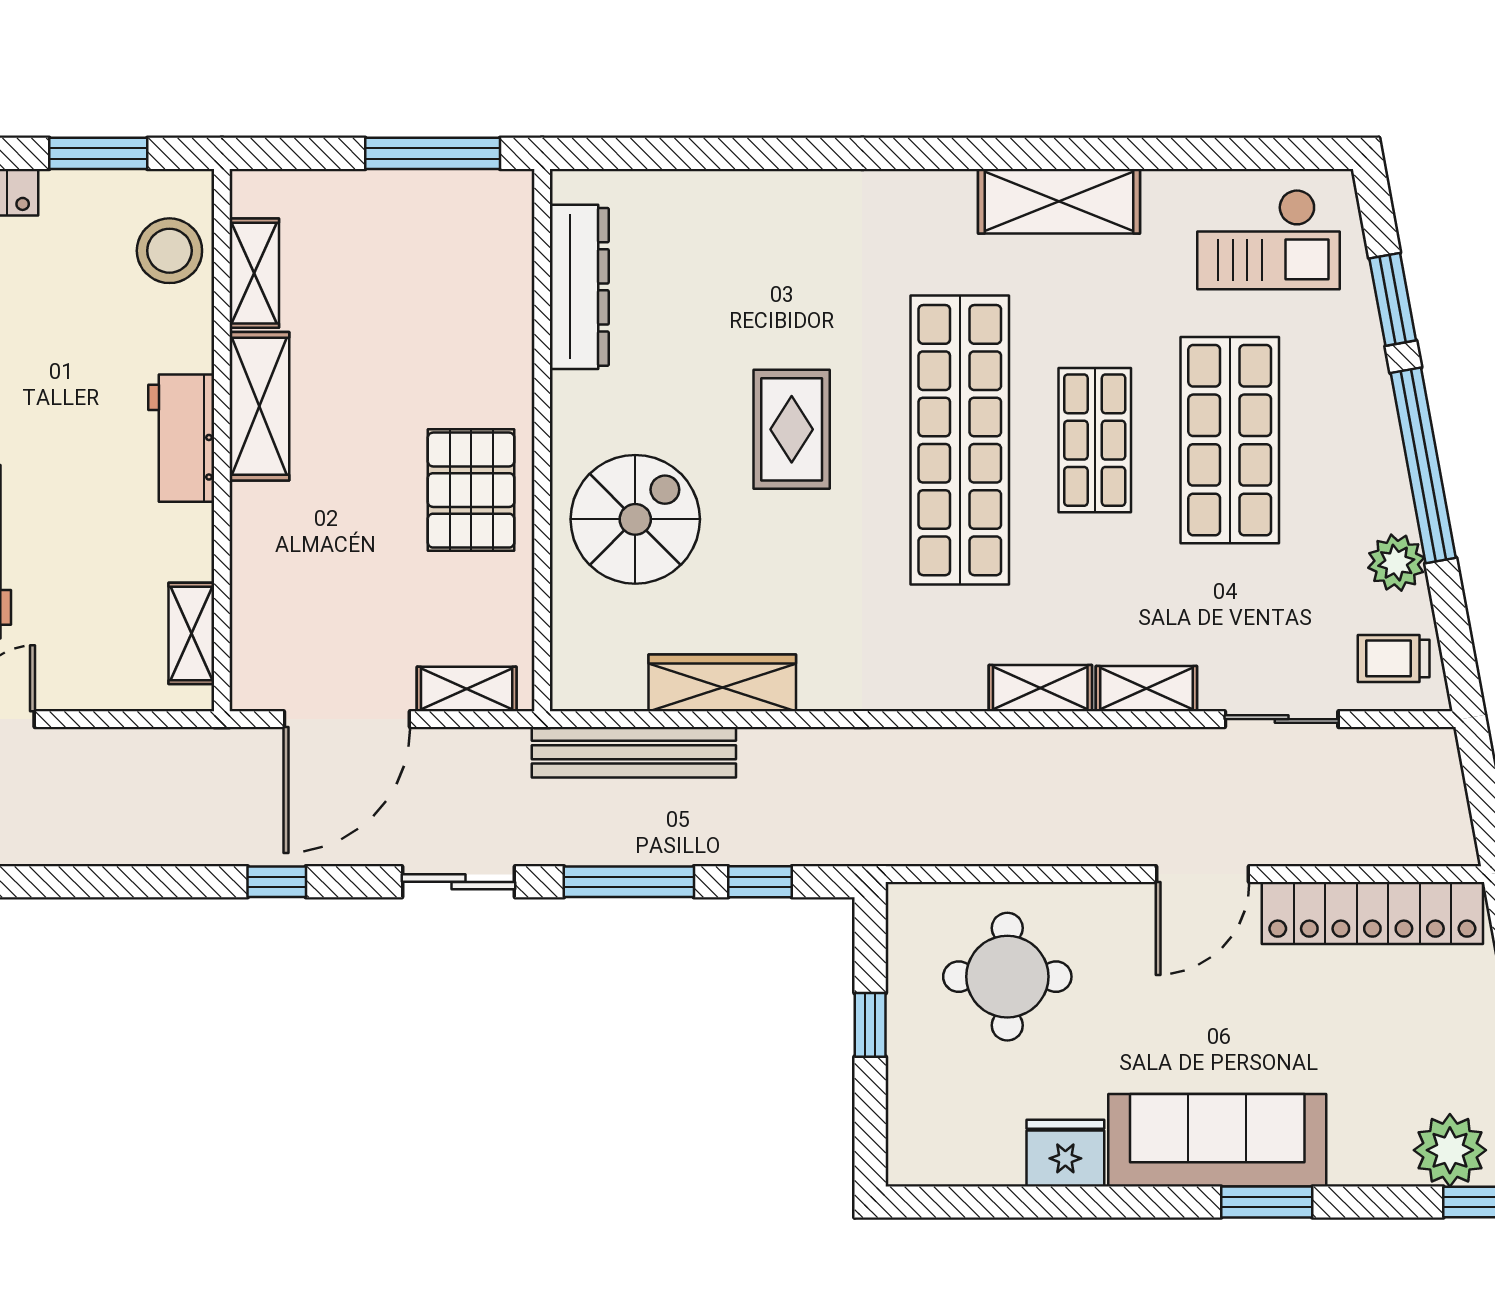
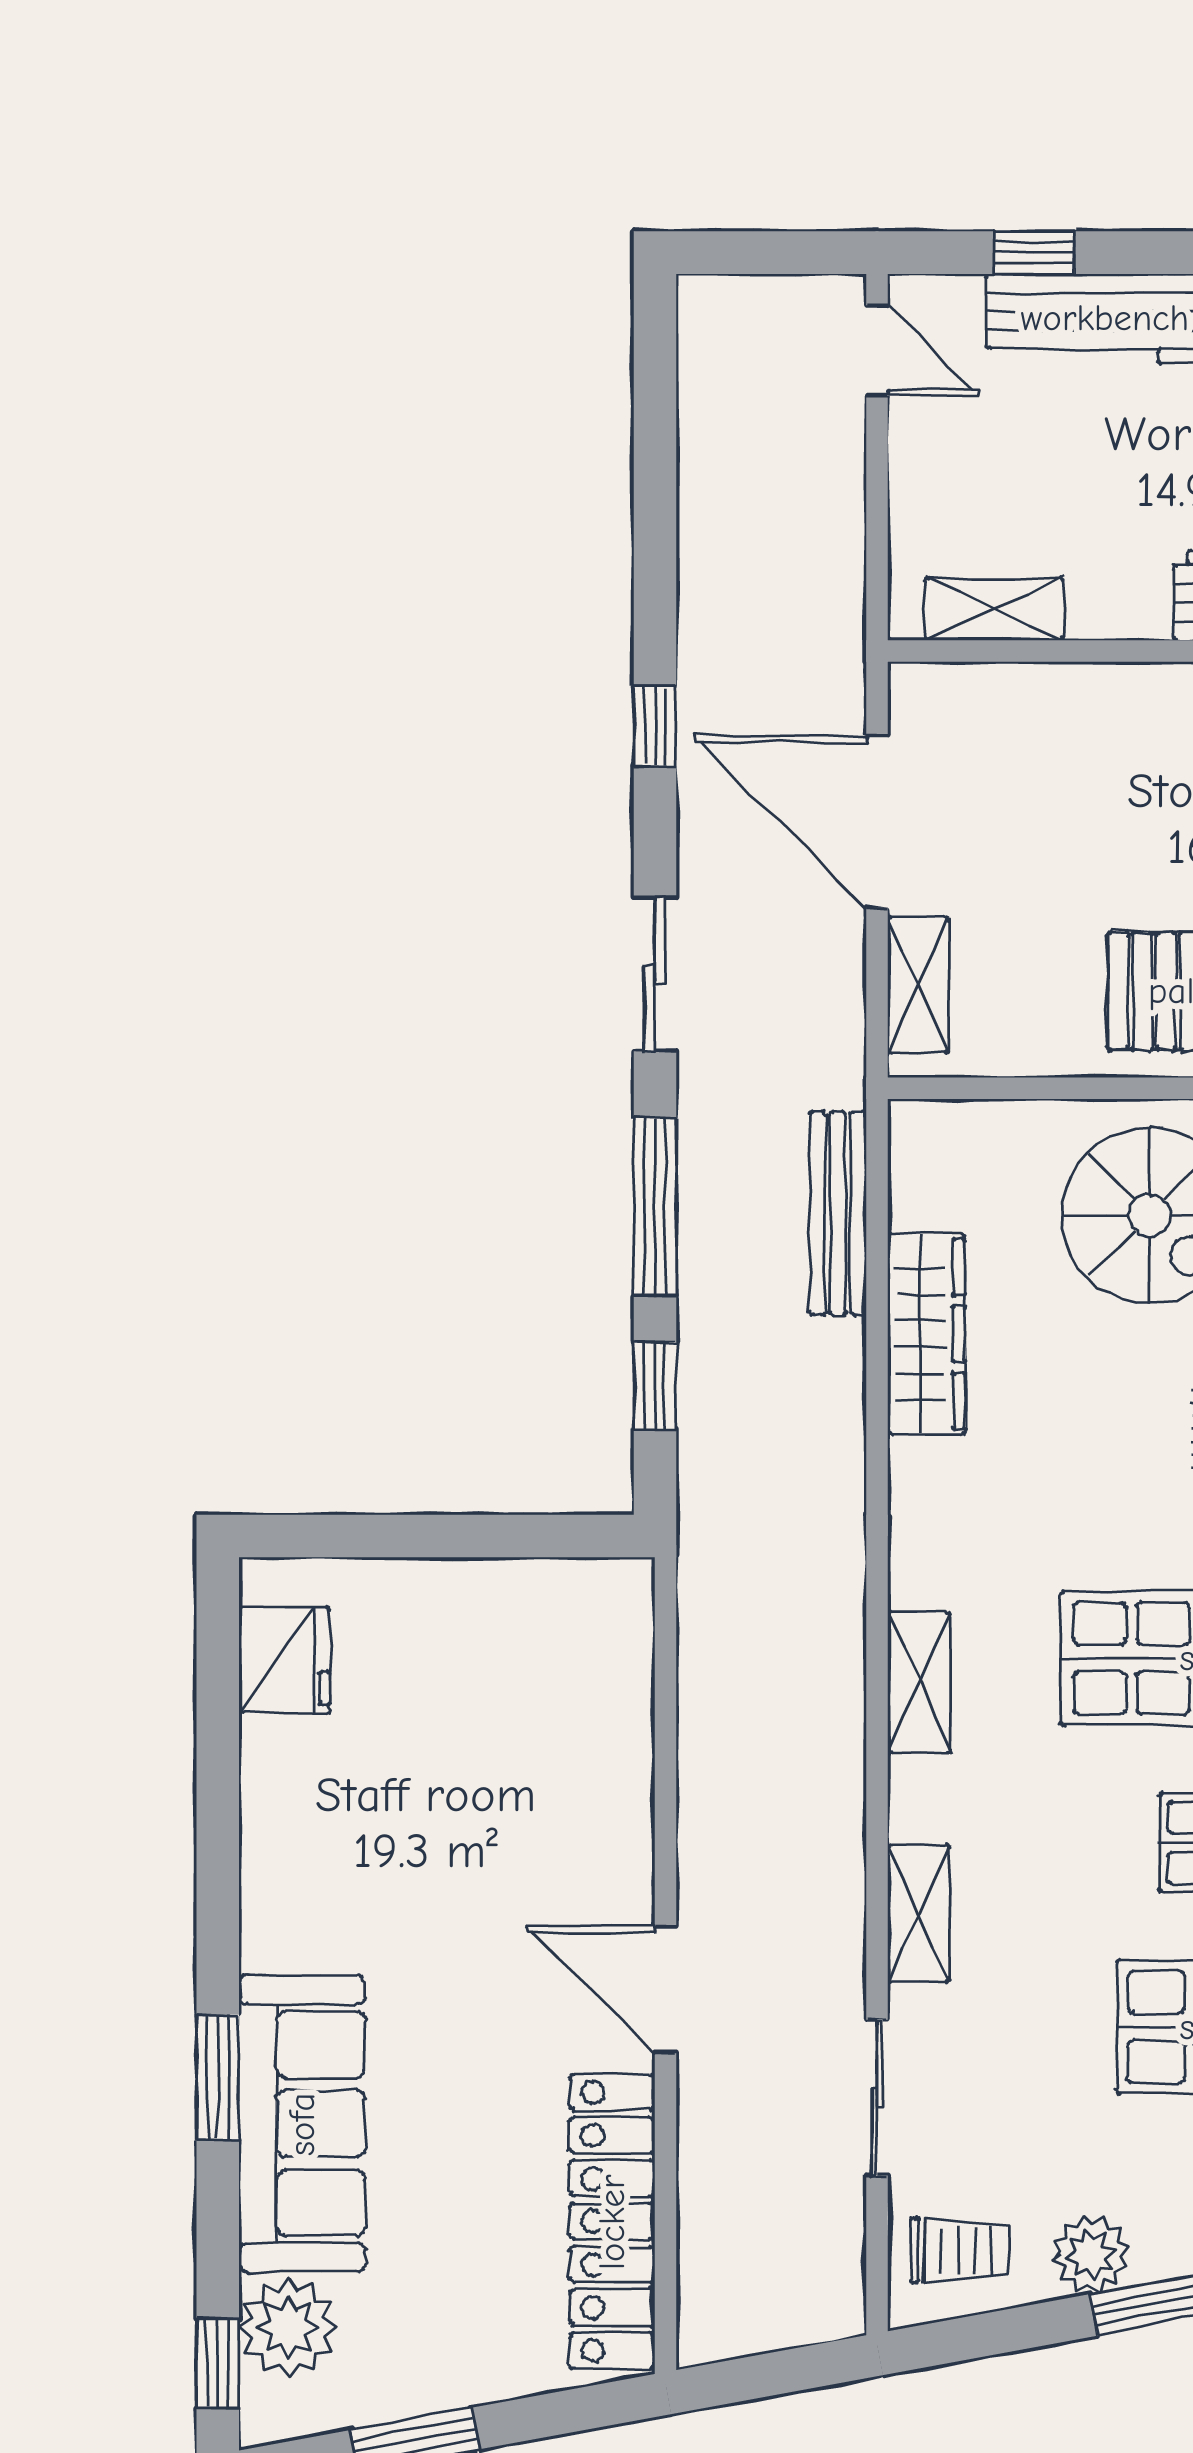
trolley: (1394, 658) -> (960, 2250), turned 90
shelving: (1040, 688) -> (919, 1682), moved
bench: (634, 752) -> (838, 1213), width x0.73, depth x0.82
round table: (1007, 977) -> (525, 1723), removed
window: (870, 1025) -> (460, 1536), removed
sofa: (1217, 1140) -> (302, 2124), moved
fridge: (1065, 1153) -> (285, 1660), moved

